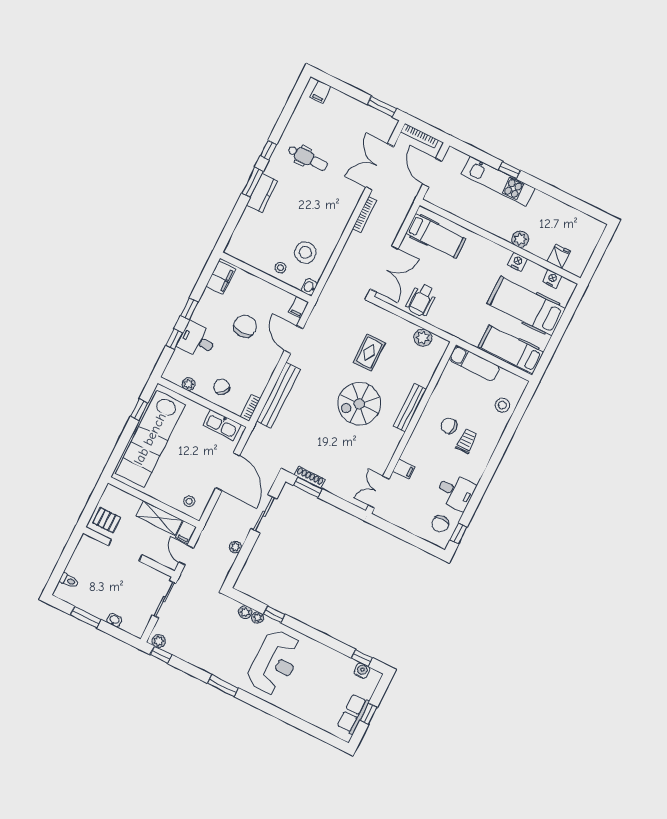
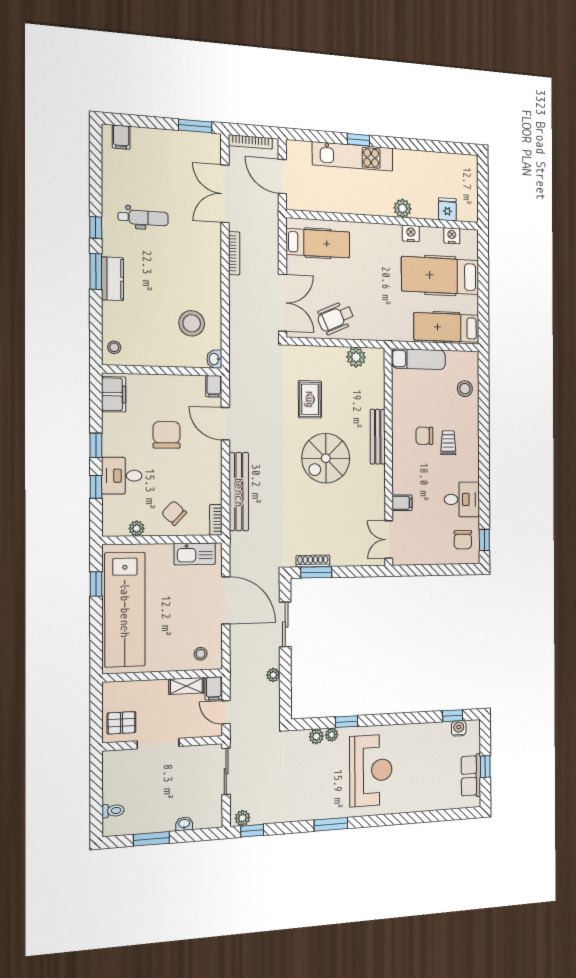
stool: (281, 268) -> (114, 347), moved
wheelchair: (421, 300) -> (336, 318), turned 66
shelving: (159, 518) -> (186, 686), width x0.67, depth x0.75

